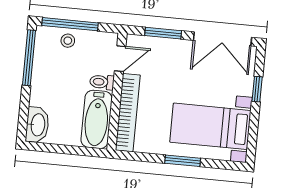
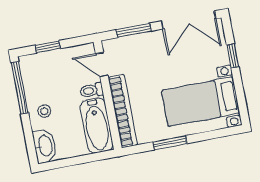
window: (70, 24) -> (48, 47), width x0.46
stool: (68, 41) -> (44, 111), moved
door: (120, 59) -> (102, 65), swing flipped
window: (183, 161) -> (170, 143), moved

